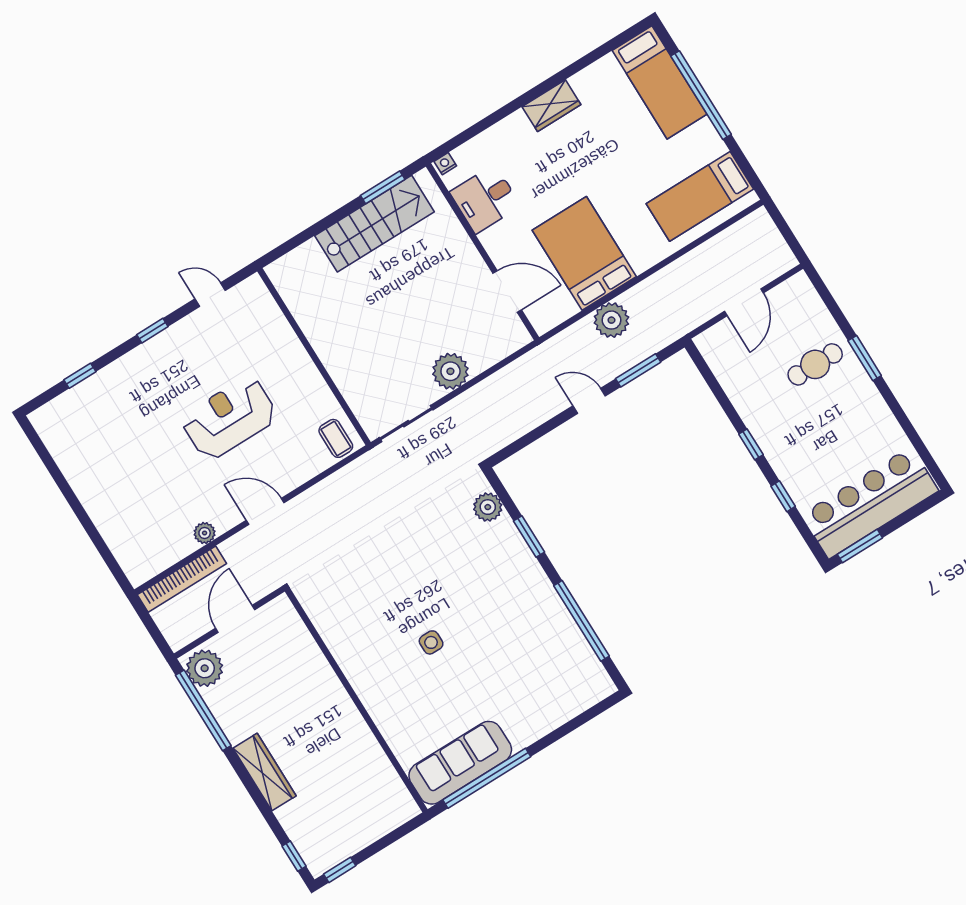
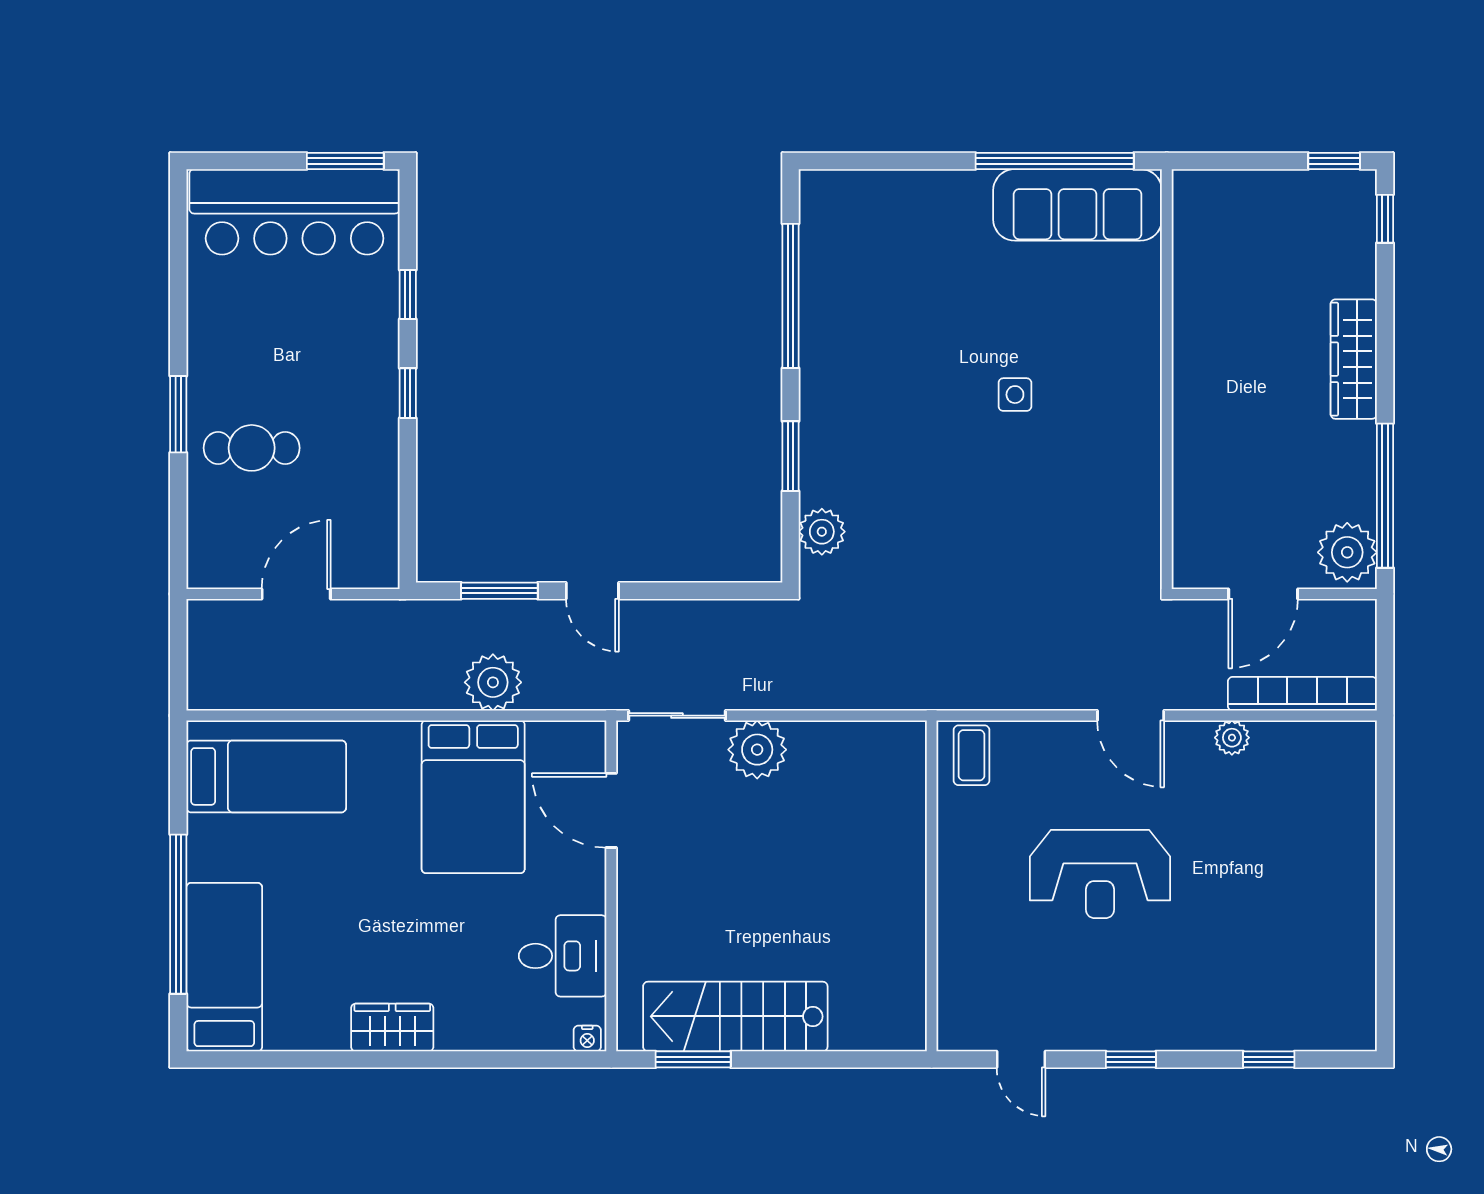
sliding door: (406, 424) -> (677, 716), moved

